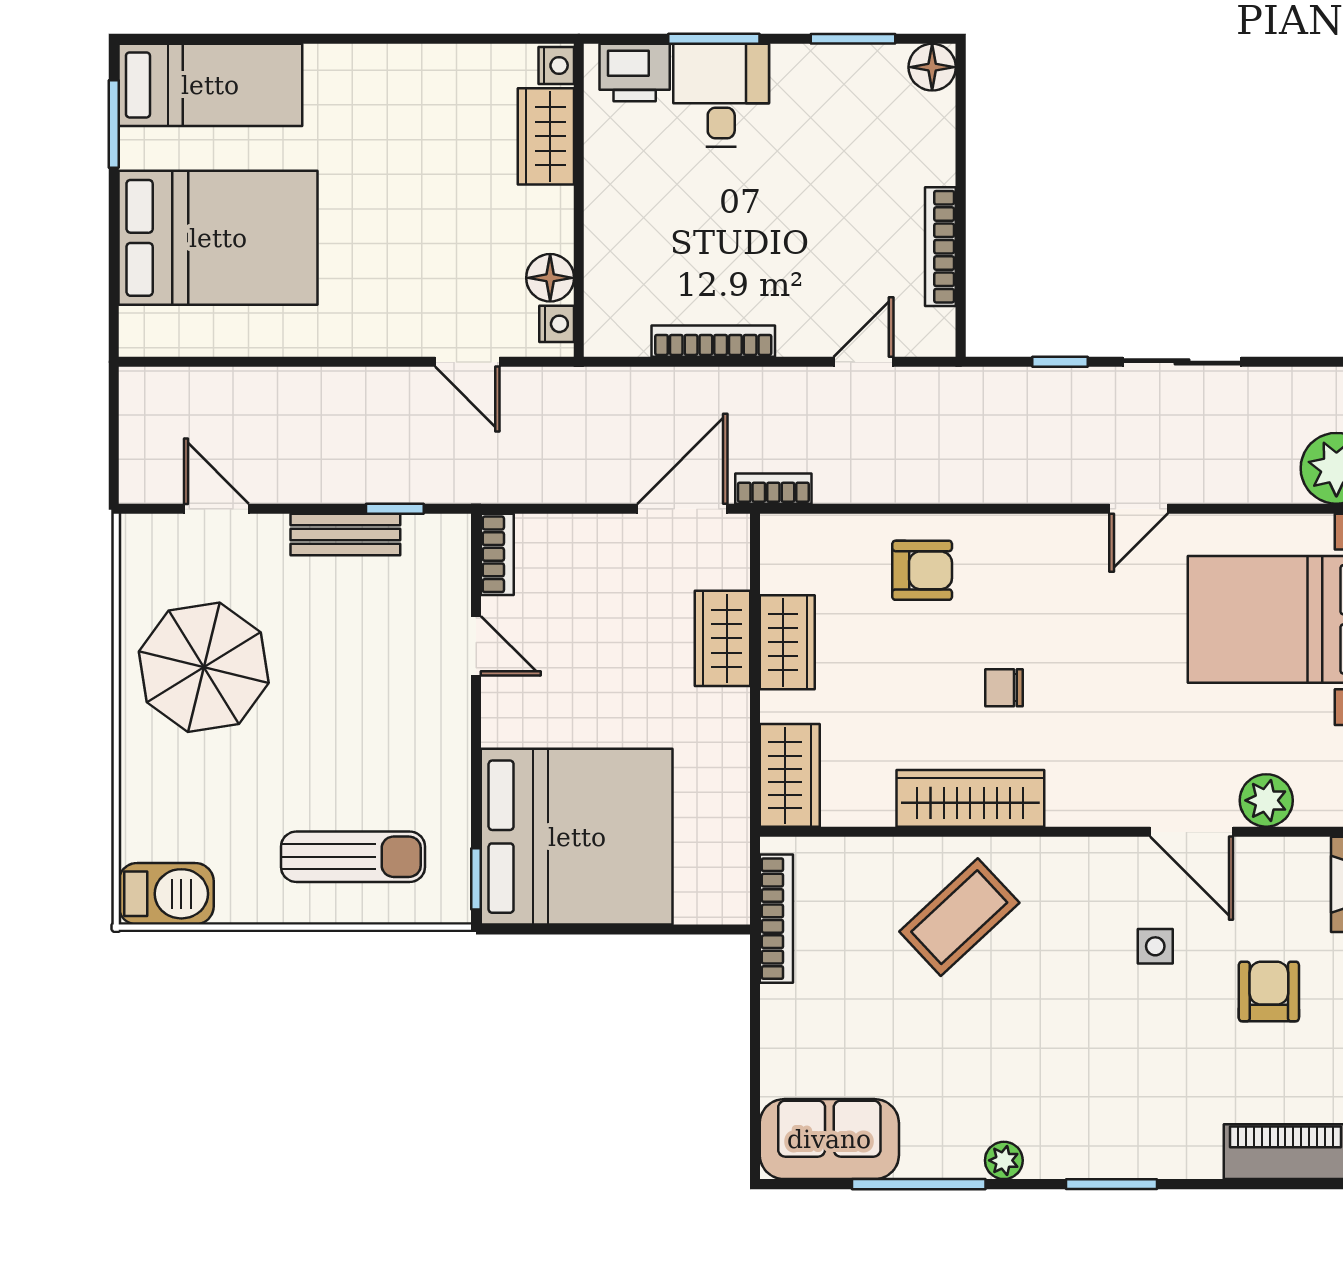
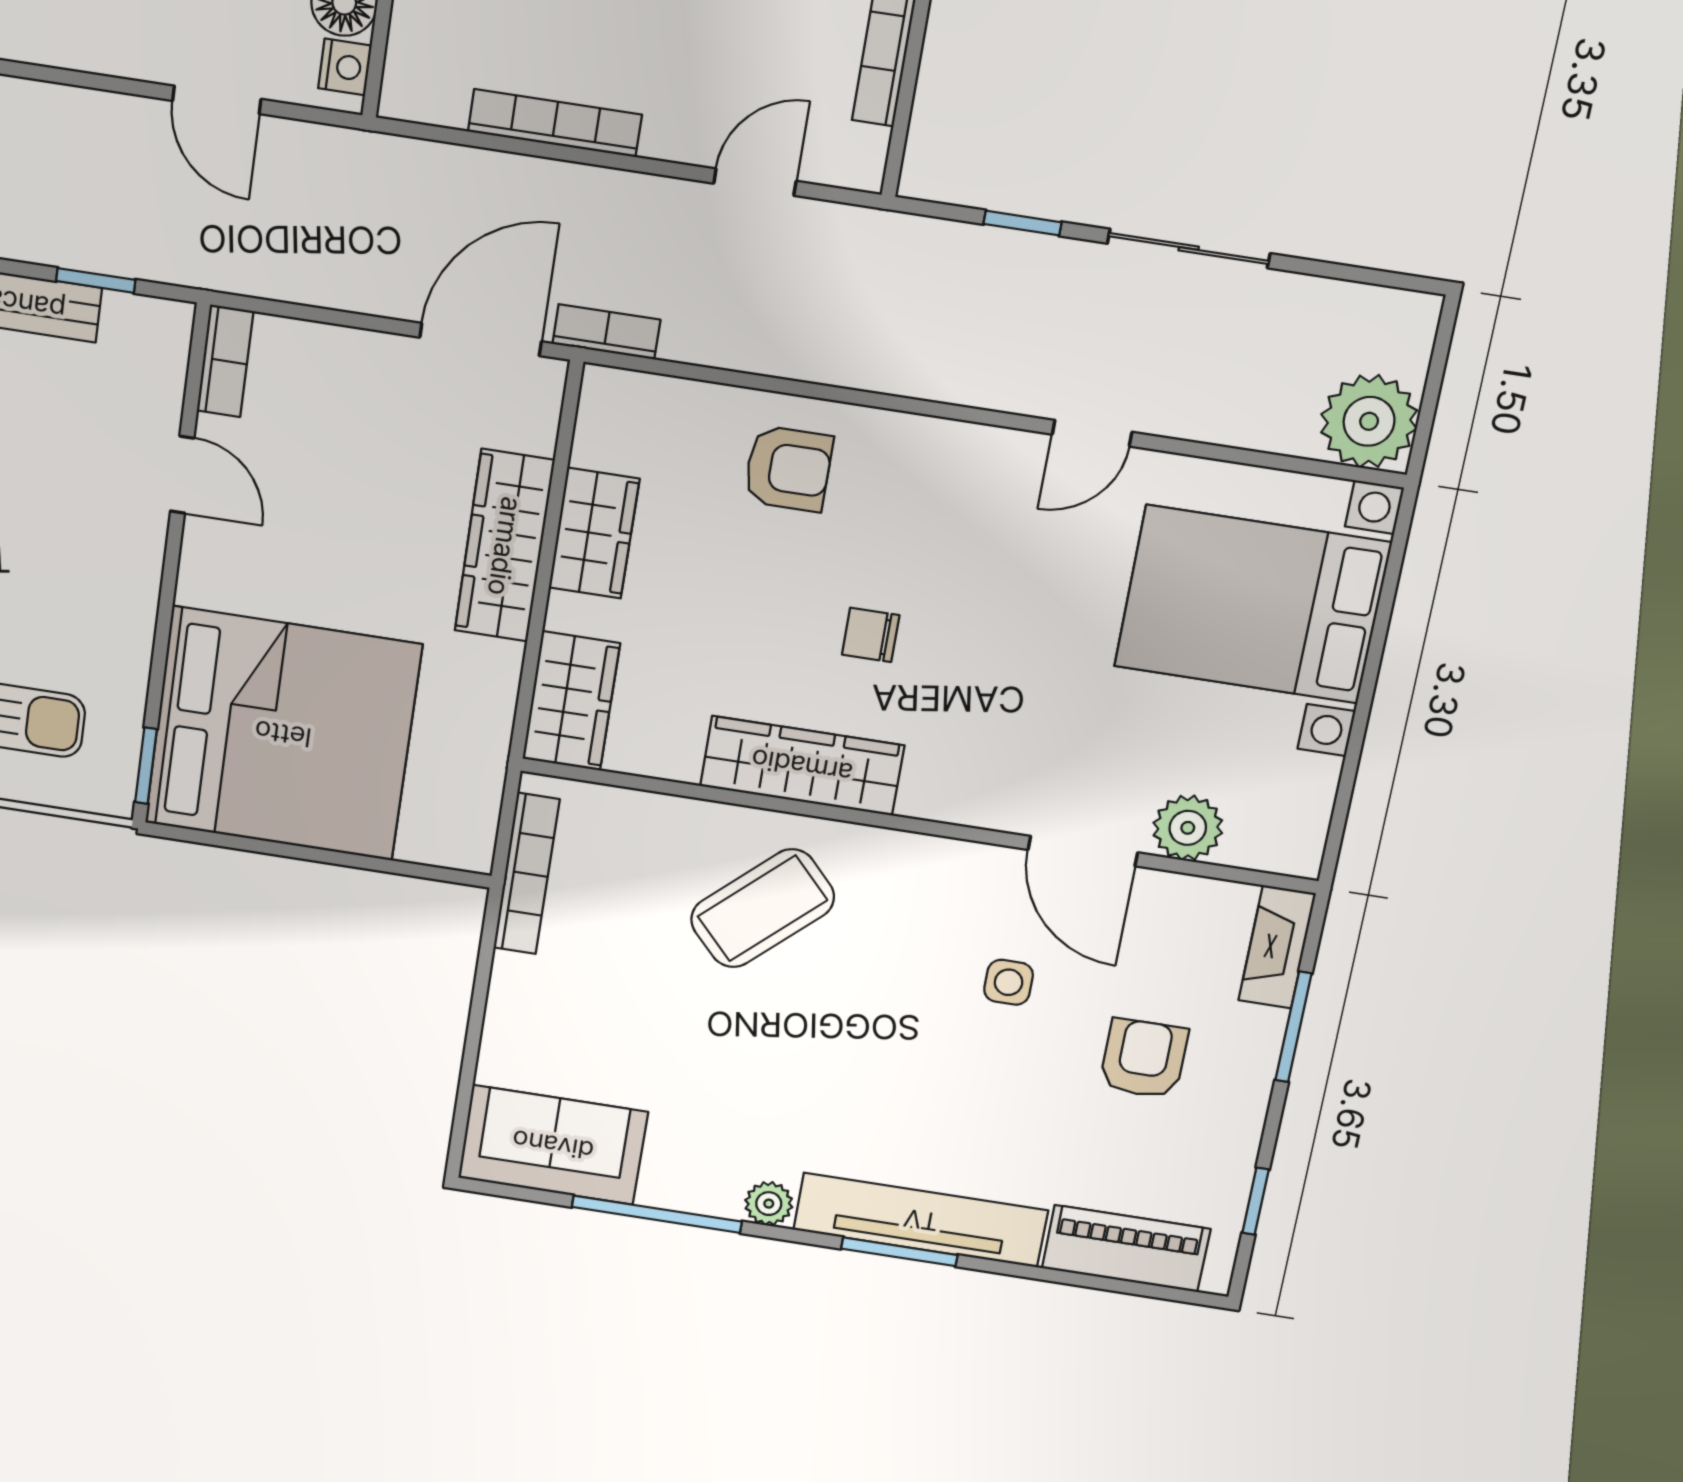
wardrobe: (722, 638) -> (505, 546), width x1.50
tv unit: (1123, 1154) -> (921, 1220), added

